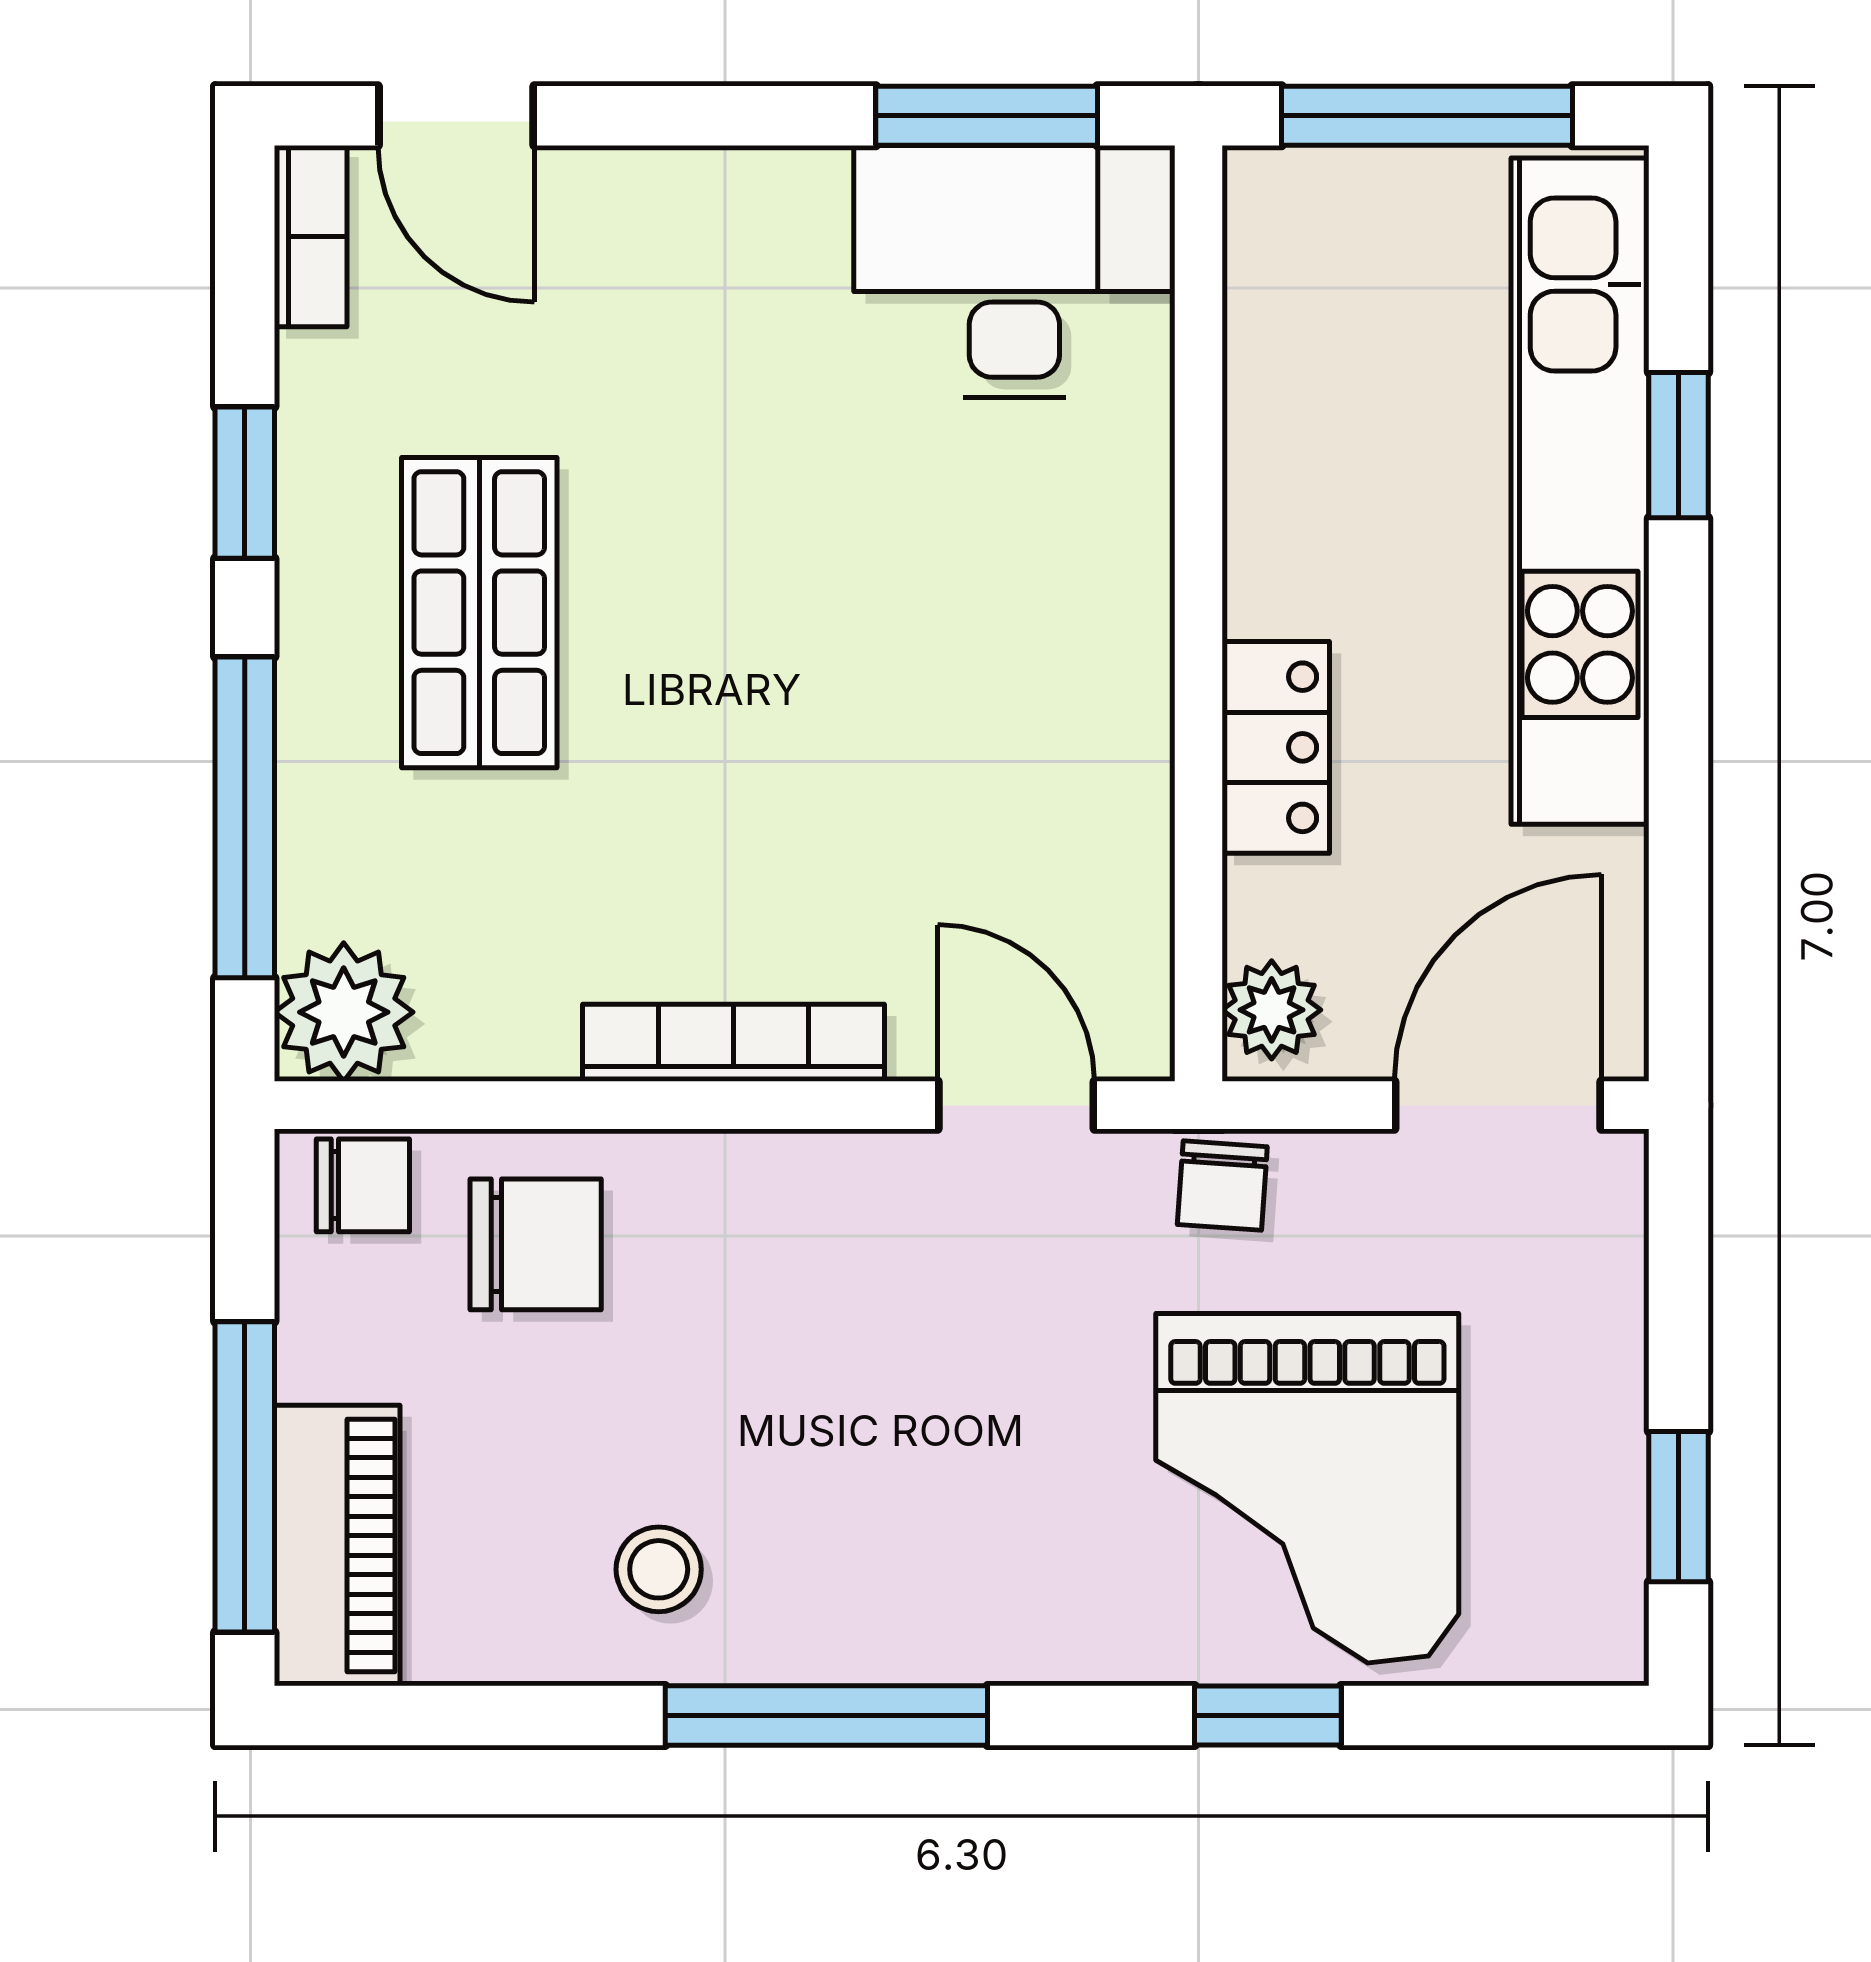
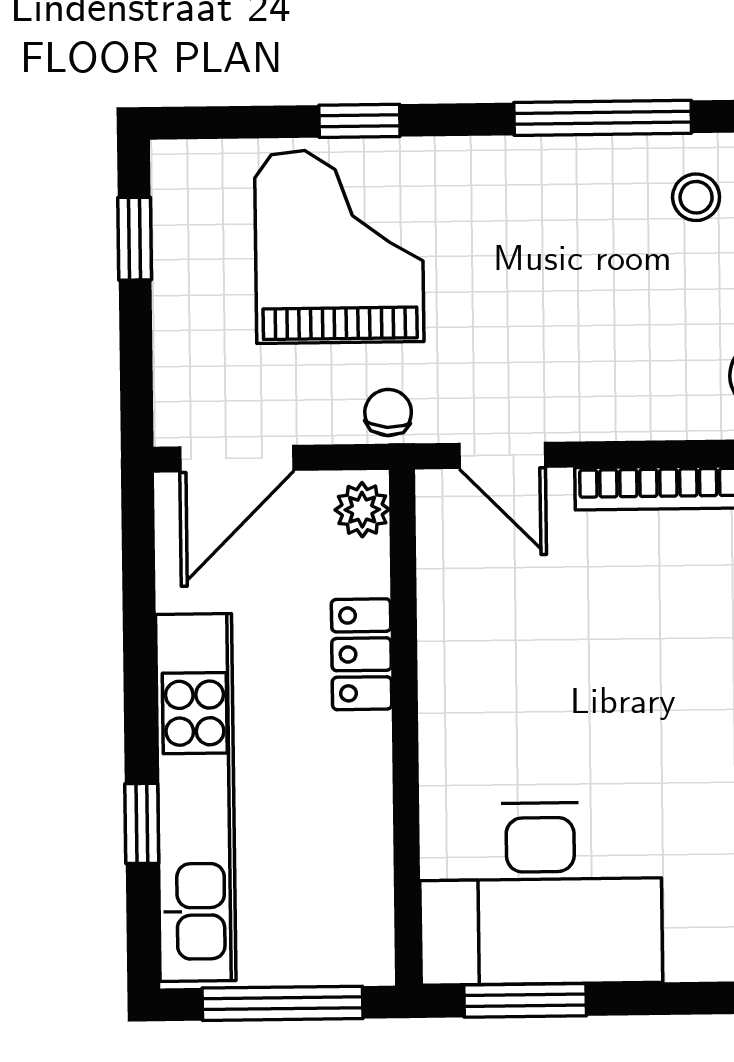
desk: (1014, 271) -> (541, 893), width x1.36, depth x1.30

